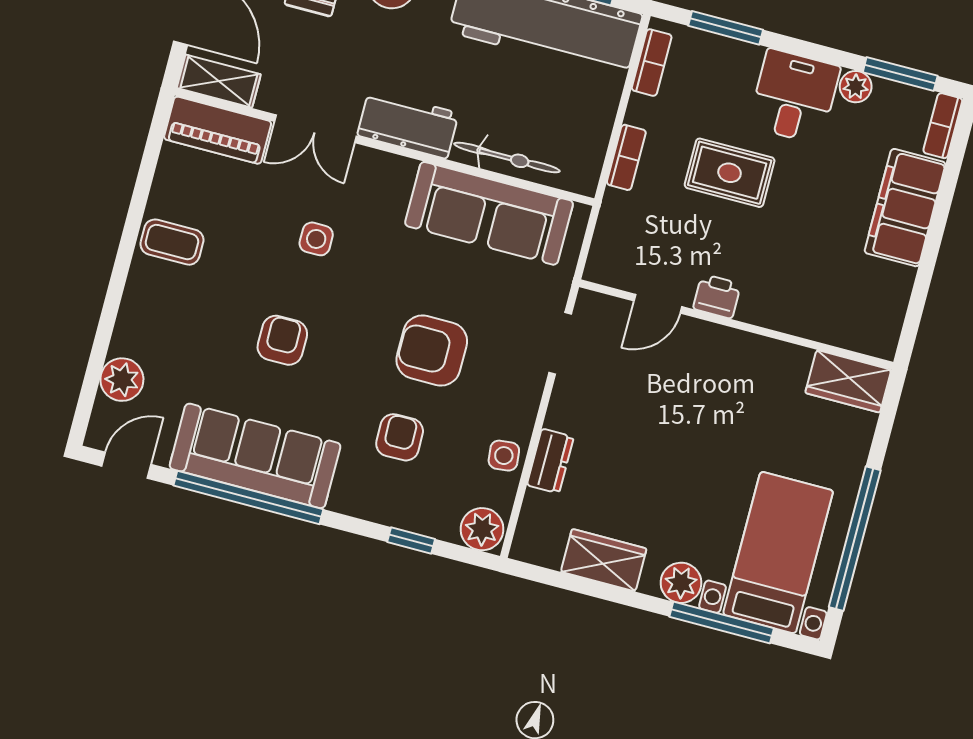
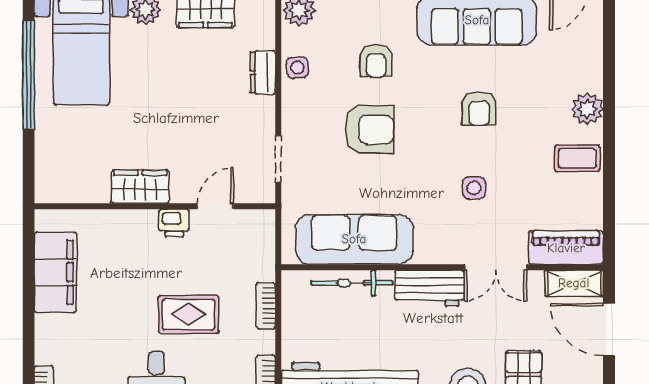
double door: (315, 129) -> (496, 267), swing flipped
filing cabinet: (905, 208) -> (55, 272), moved
plant: (122, 380) -> (587, 109), moved
wardrobe: (848, 381) -> (140, 187), moved

